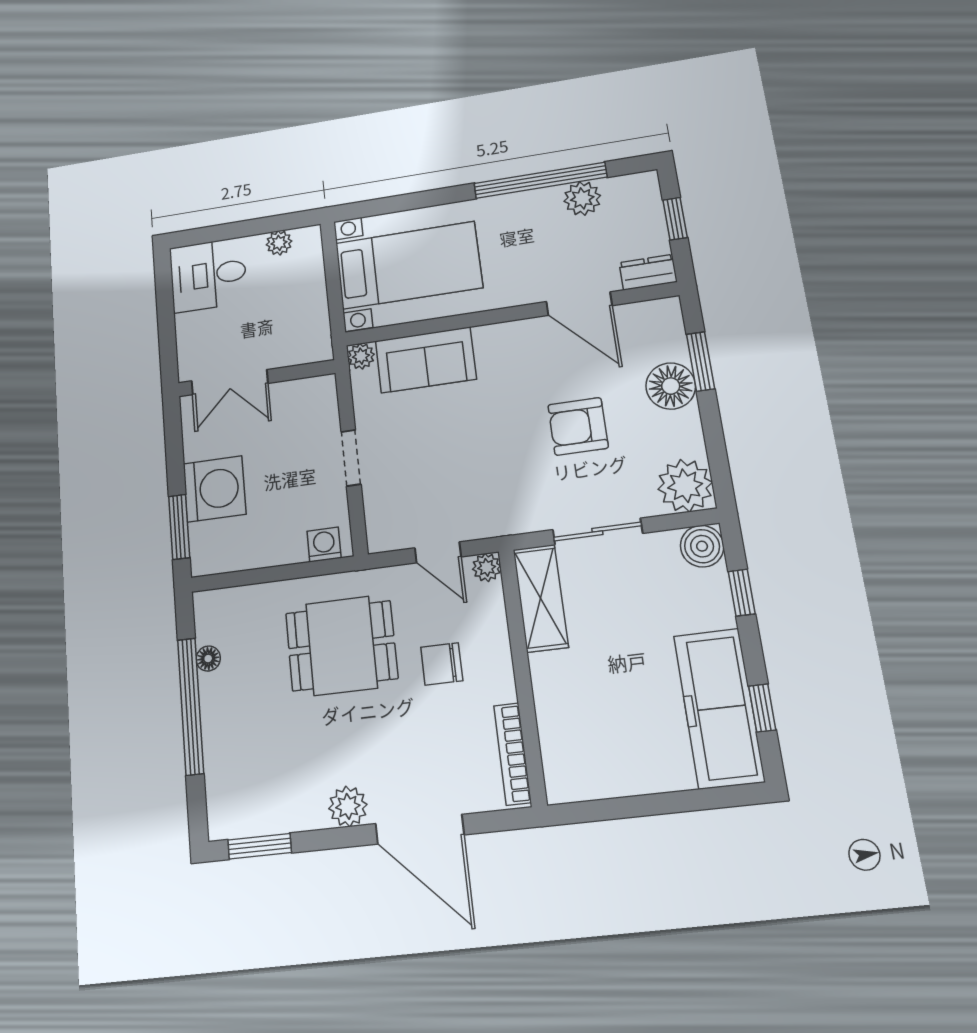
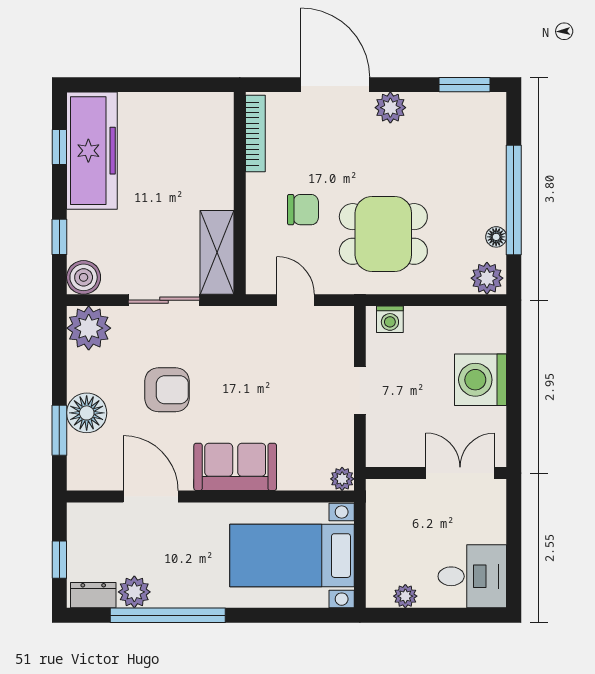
dresser: (648, 272) -> (93, 595), moved, turned 180
sofa: (426, 360) -> (235, 467), moved
window: (179, 527) -> (514, 351), removed
plant: (487, 567) -> (487, 278), moved, width x1.38, depth x1.38

